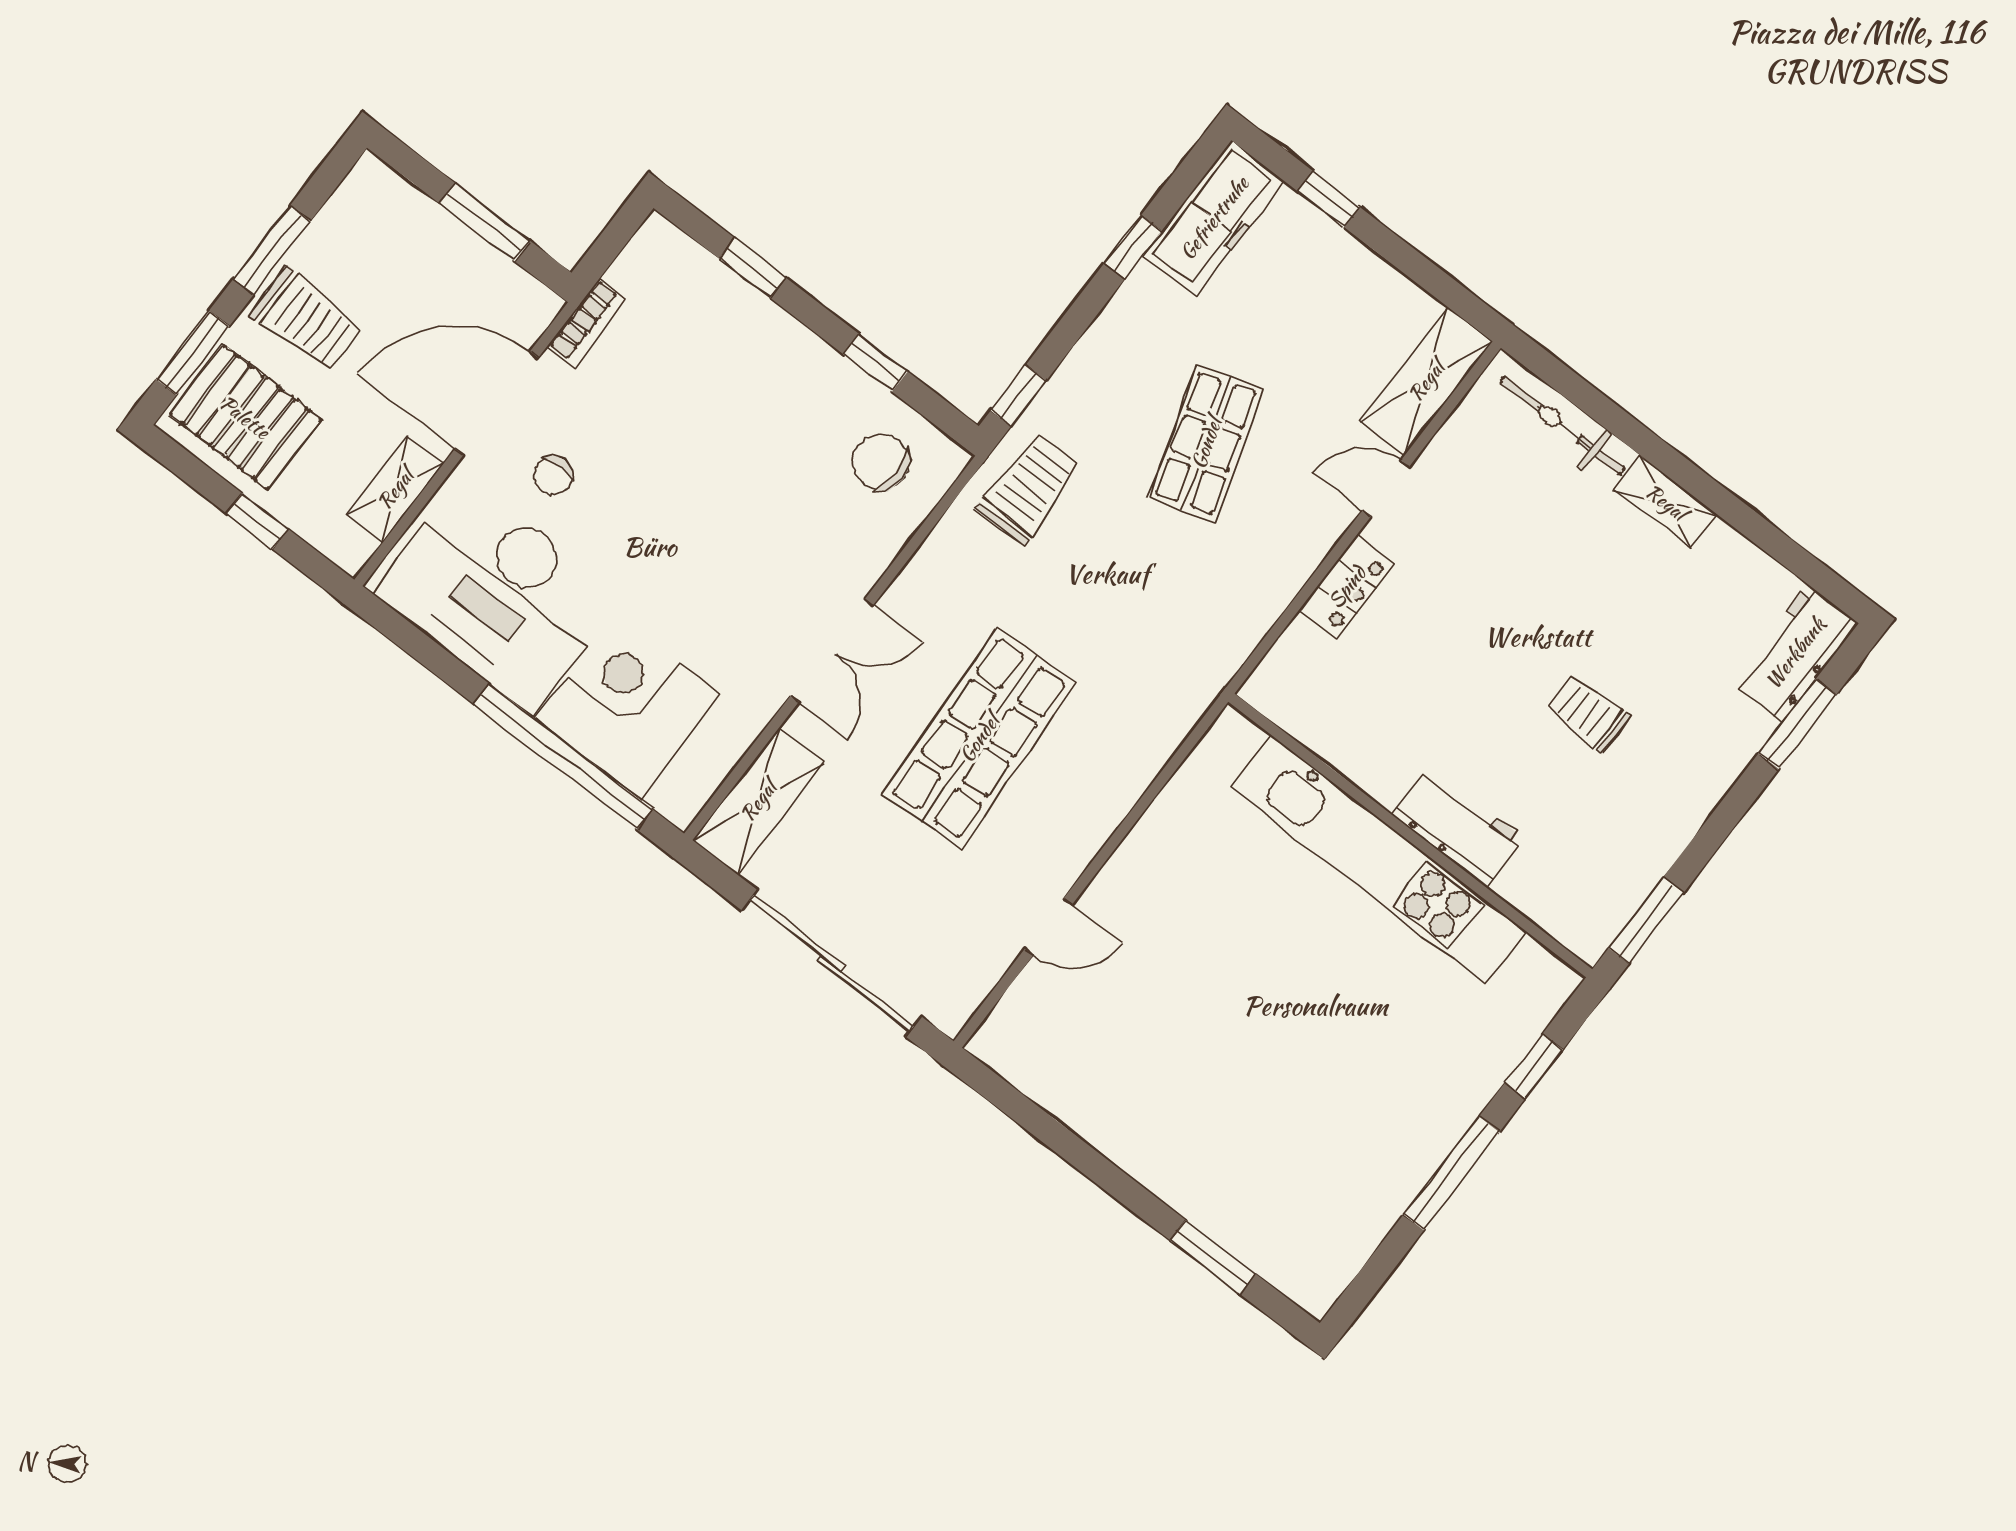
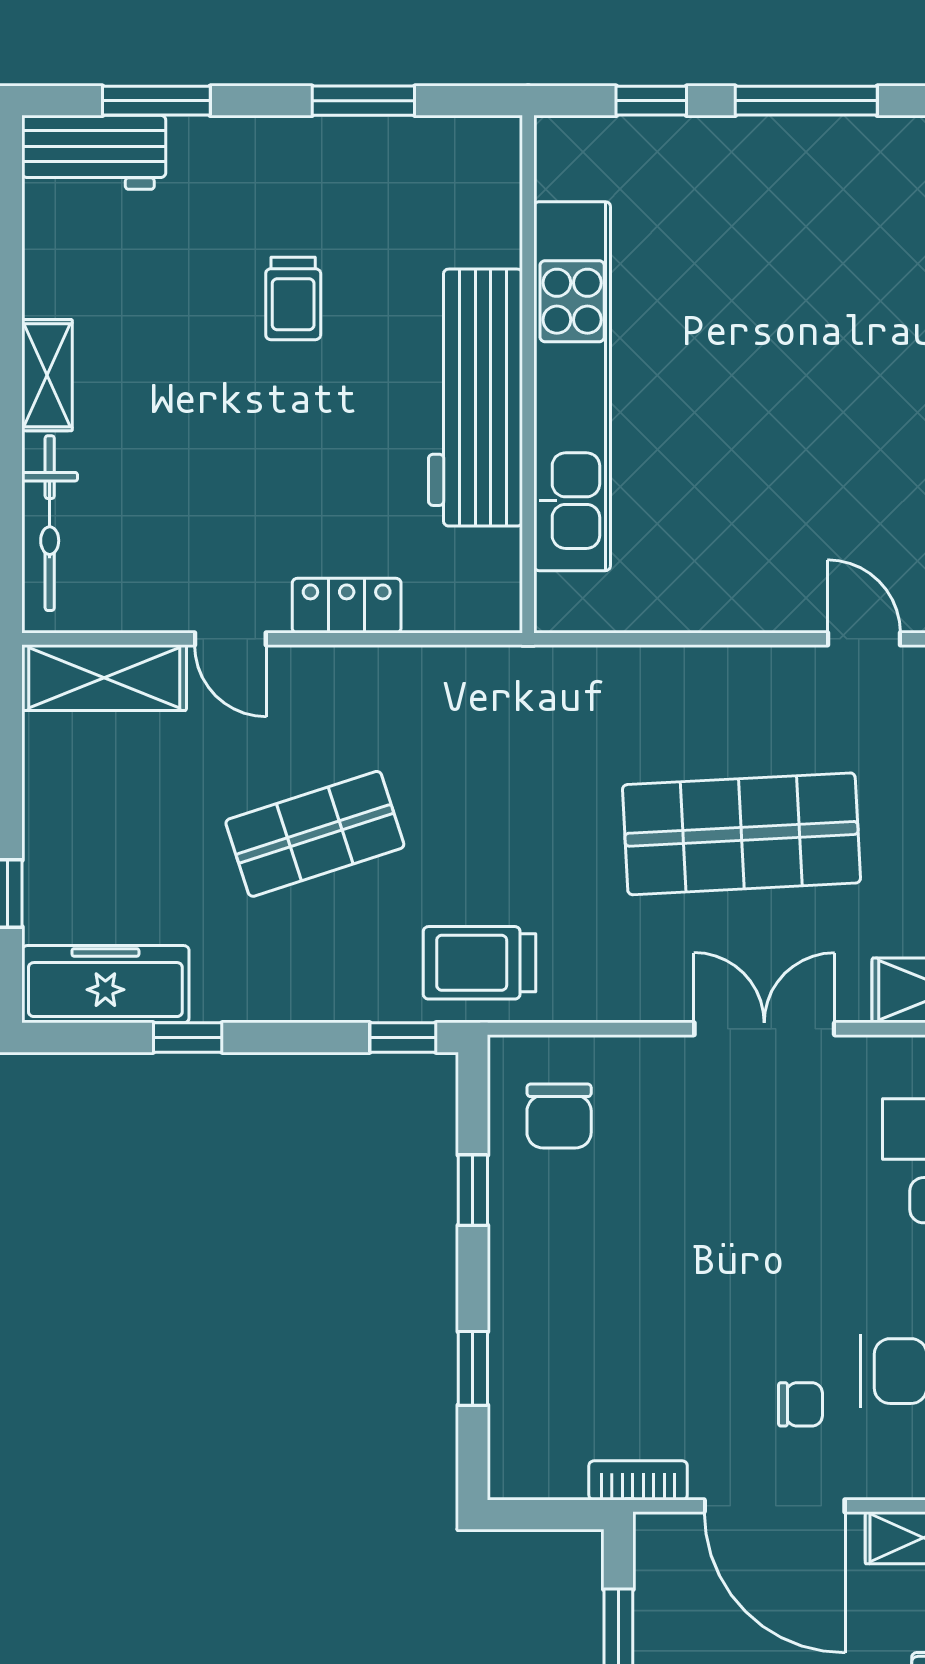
workbench: (1458, 827) -> (476, 398), width x1.88, depth x1.32
window: (1646, 920) -> (363, 101), moved

